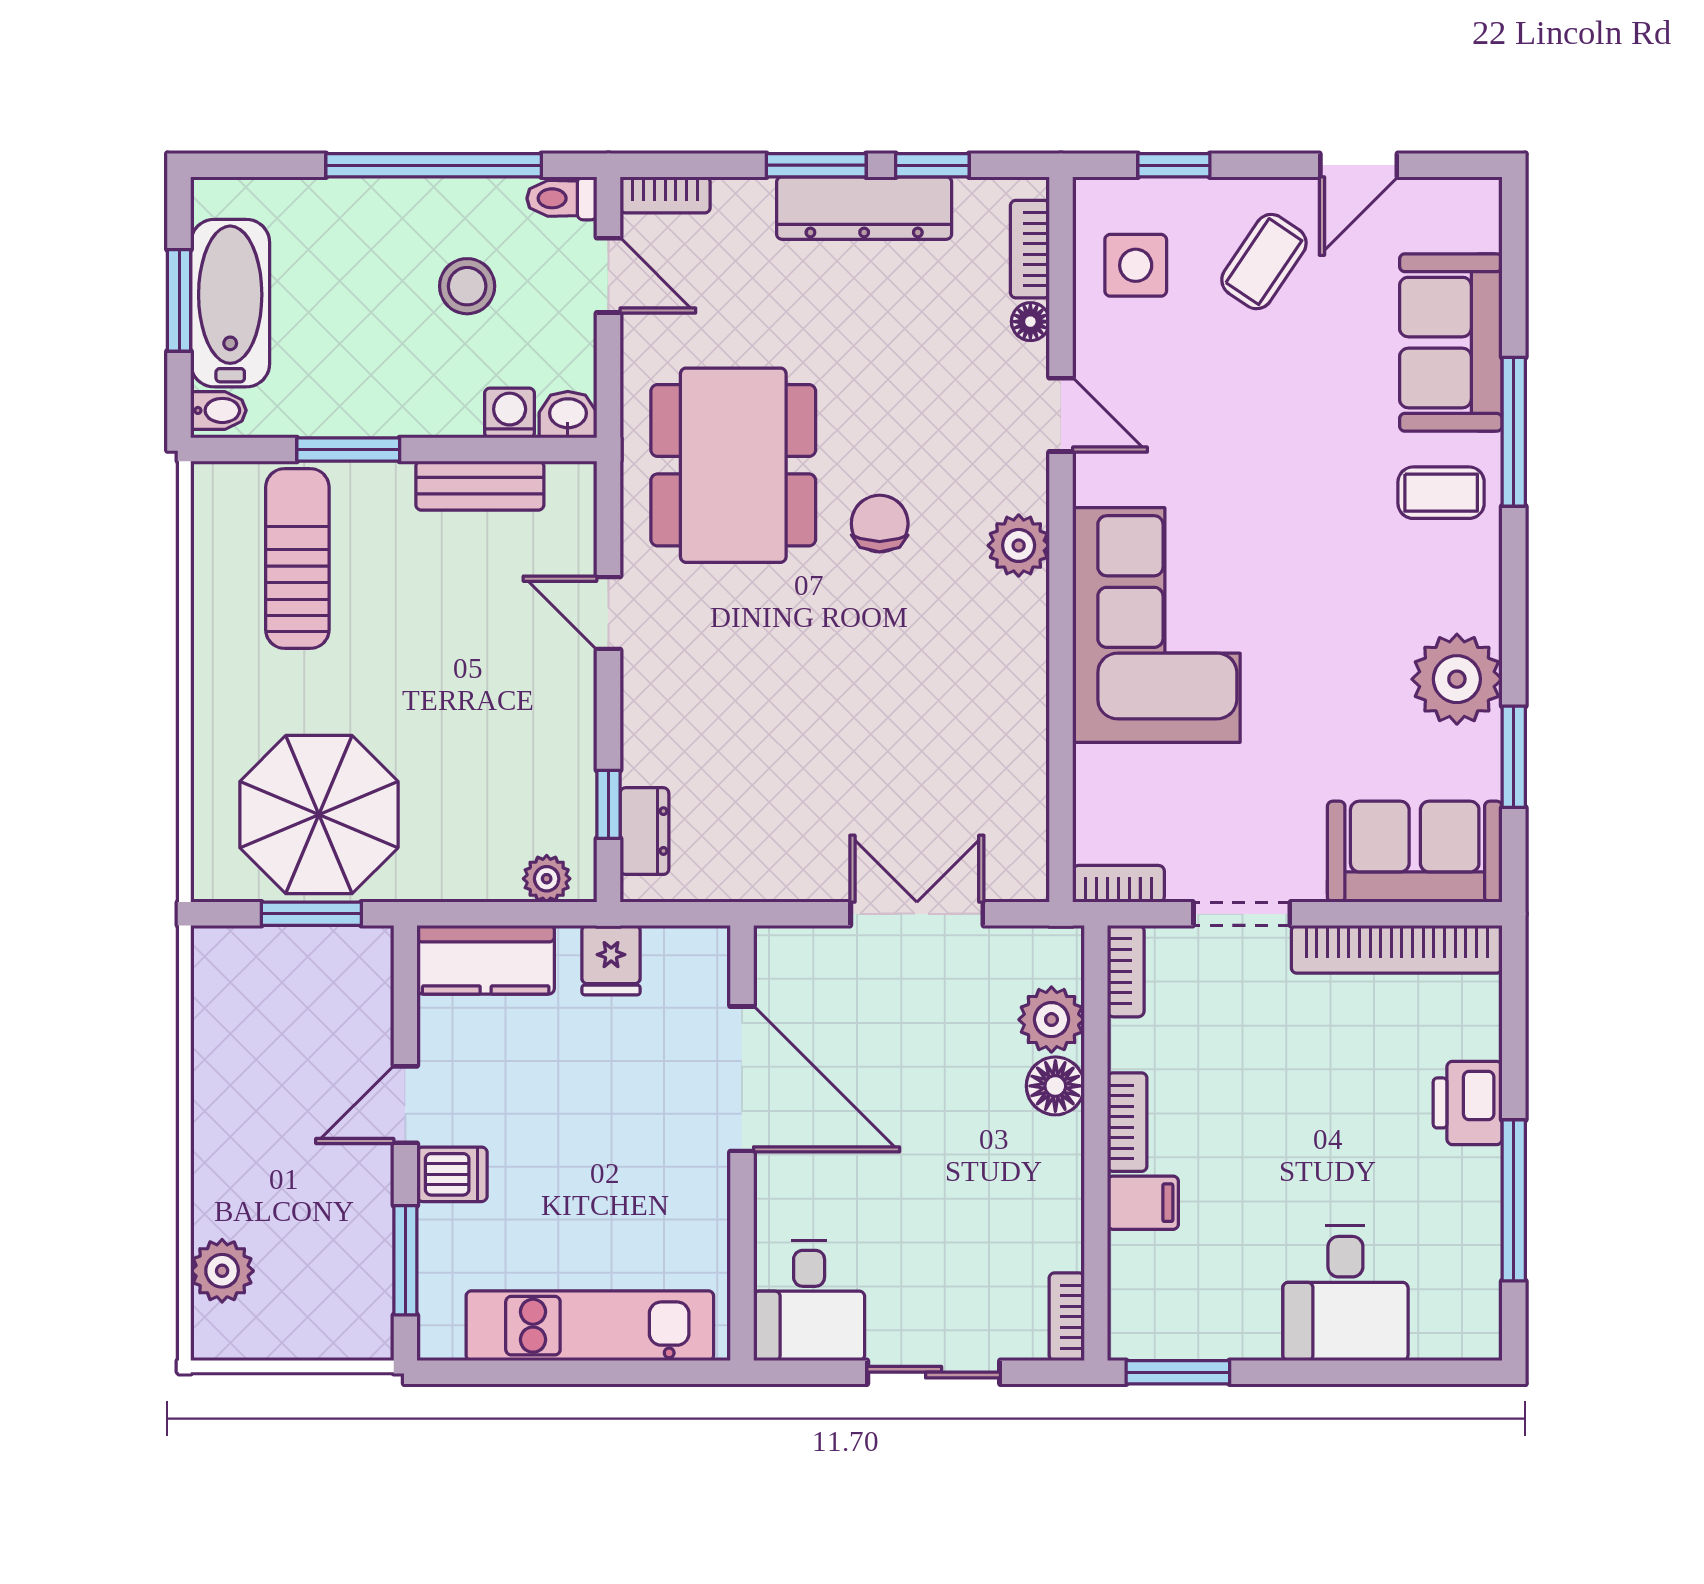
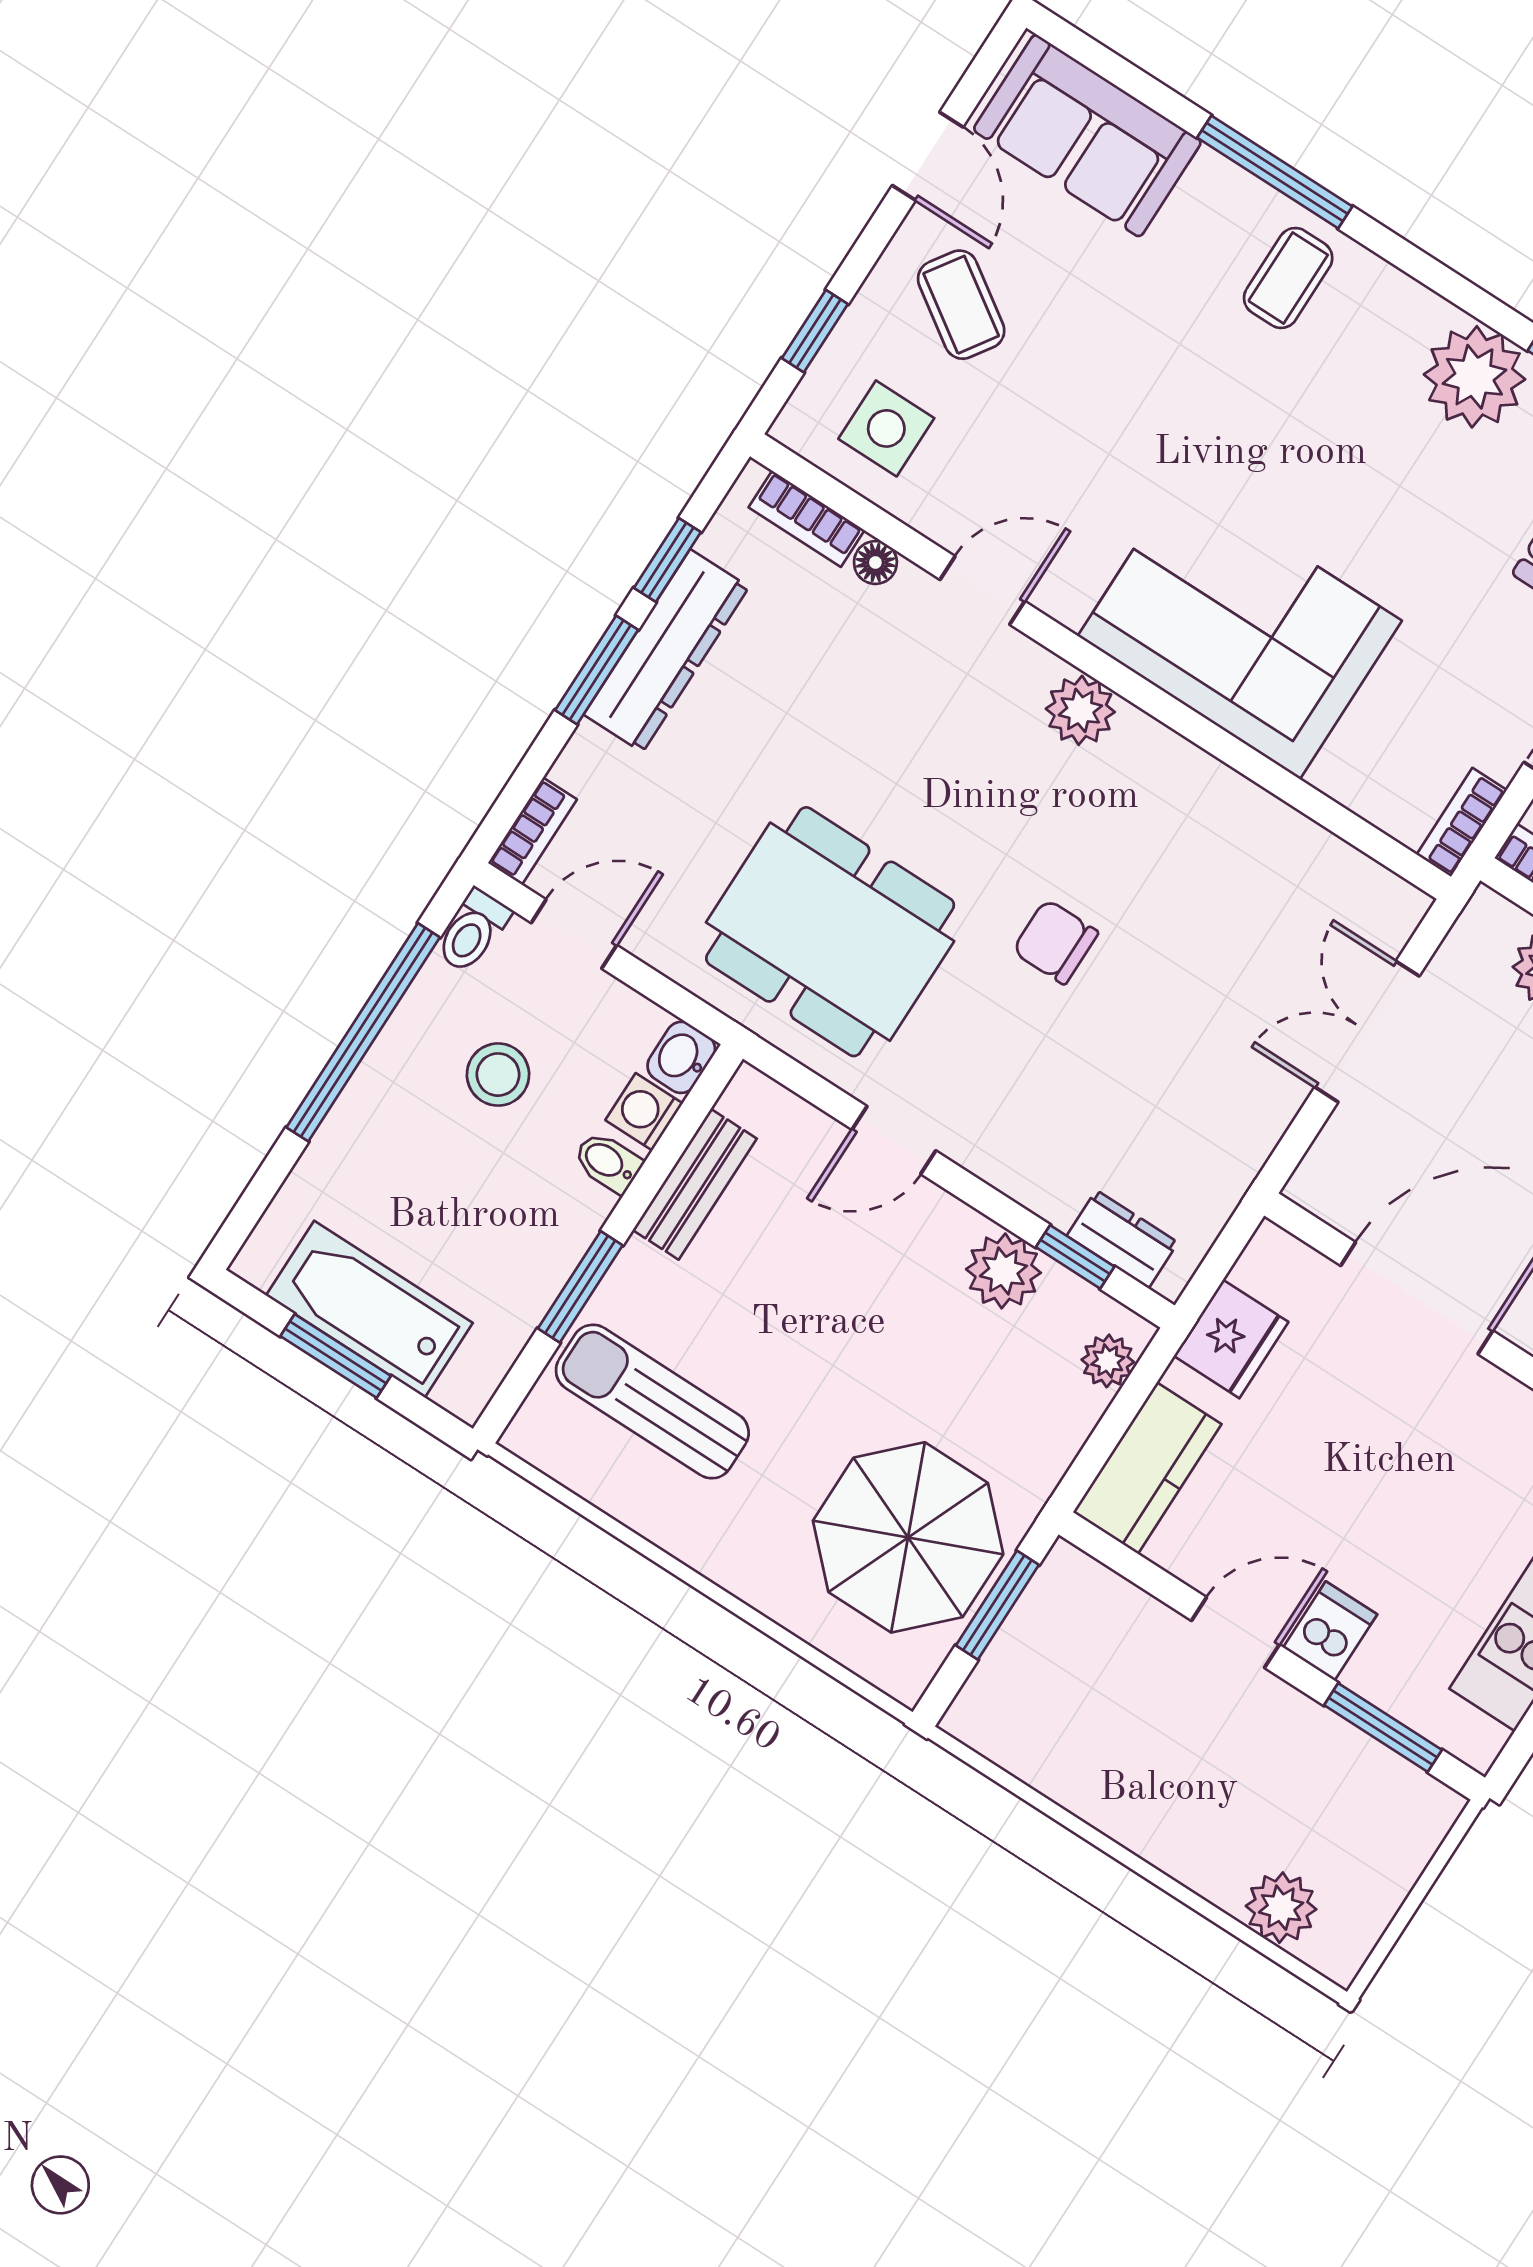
sofa: (1451, 343) -> (1087, 136), moved
bidet: (218, 410) -> (608, 1162), moved, turned -90
chair: (880, 524) -> (1055, 942), moved
plant: (564, 758) -> (1003, 1271), added
fridge: (611, 960) -> (1231, 1339), width x1.38
door: (405, 1105) -> (1236, 1633), swing flipped

